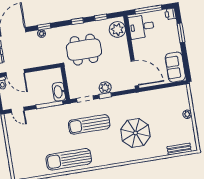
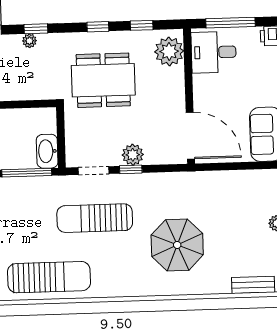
sun lounger: (69, 159) -> (49, 277), turned 180

